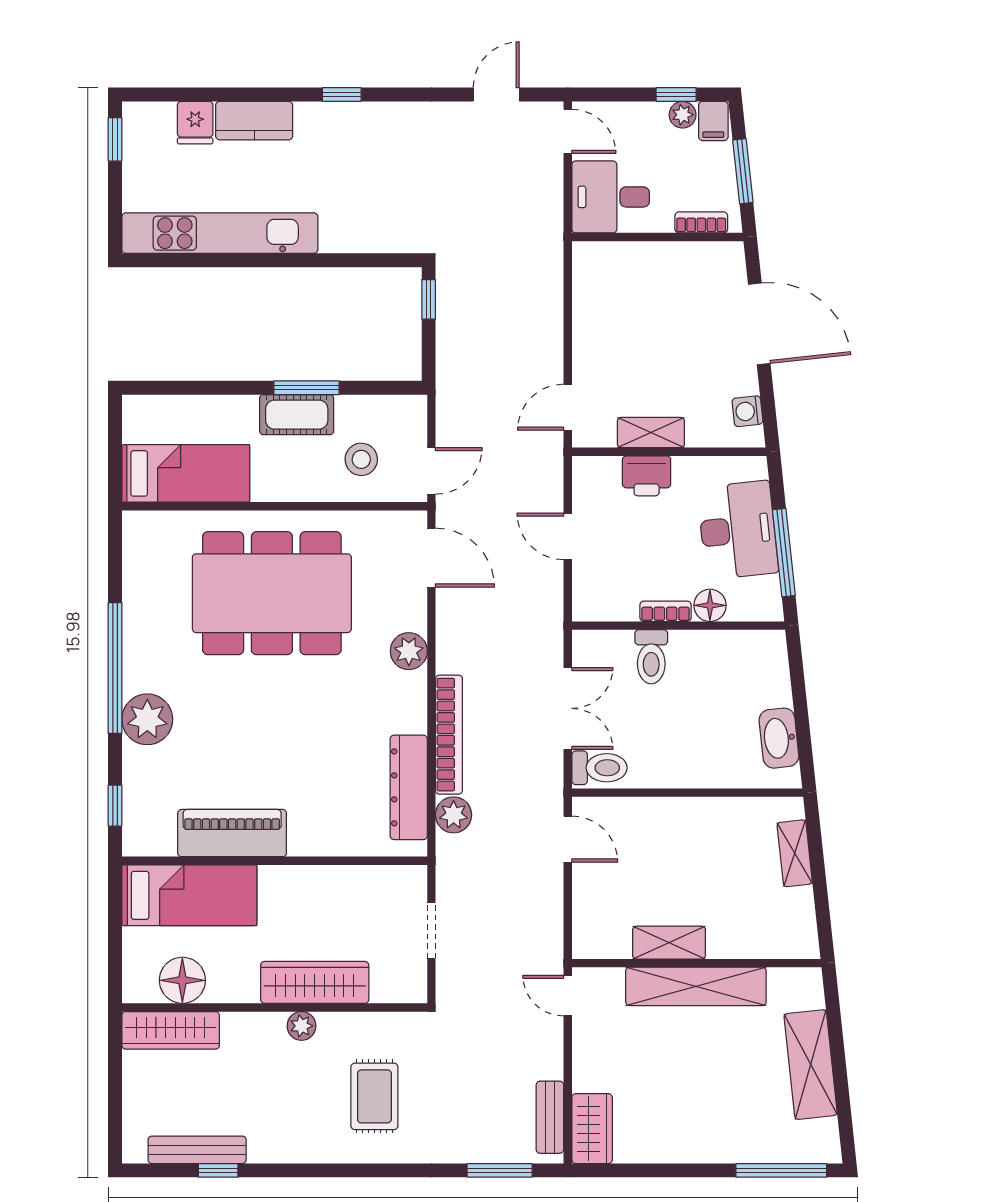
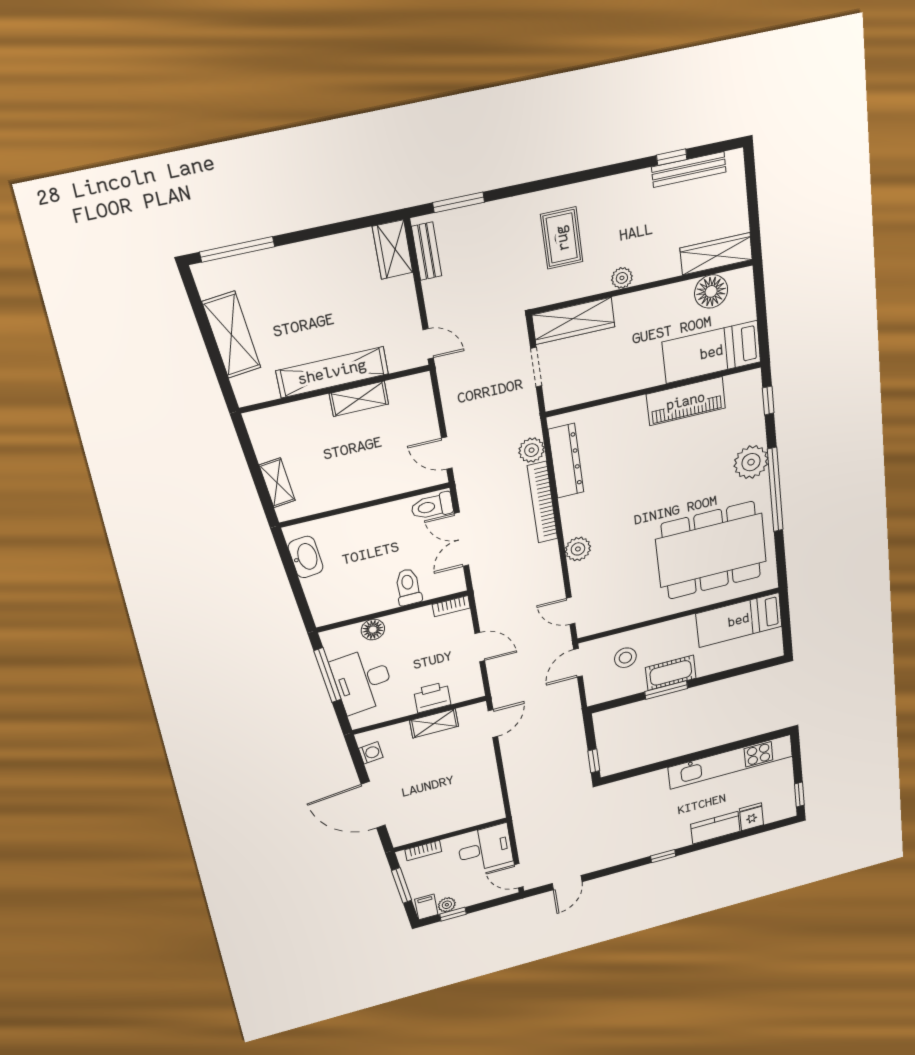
door: (431, 558) -> (571, 611), width x0.73
dining table: (272, 593) -> (711, 550), moved
bookcase: (666, 611) -> (451, 606), moved
wardrobe: (315, 982) -> (573, 321), moved

